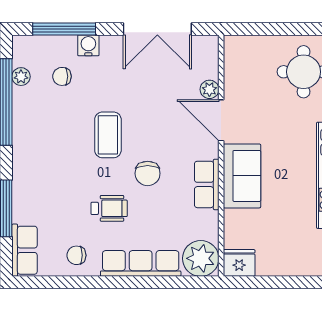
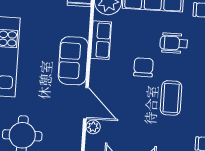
row of seats: (207, 184) -> (101, 40), moved

